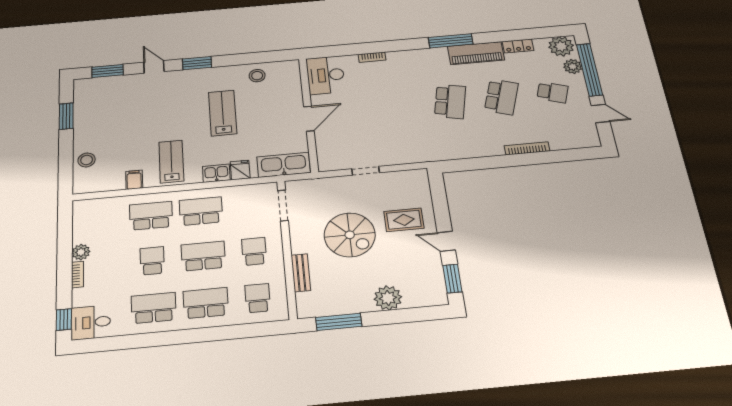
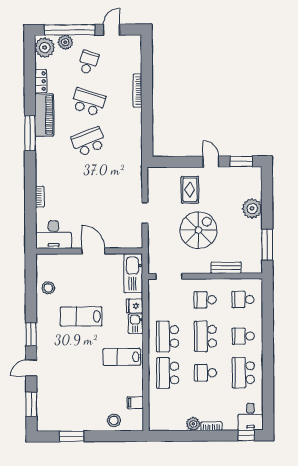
school desk: (450, 101) -> (89, 142), turned -33
filing cabinet: (134, 180) -> (135, 403), moved
door: (446, 241) -> (211, 162), swing flipped
school desk: (206, 303) -> (243, 336), width x0.54

